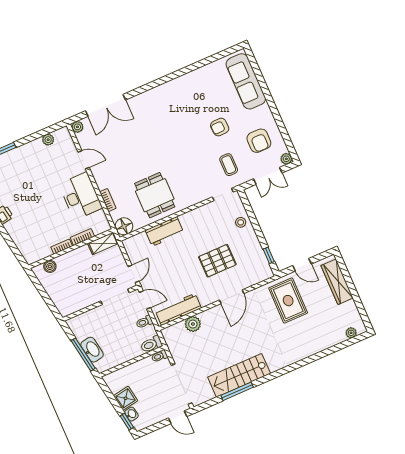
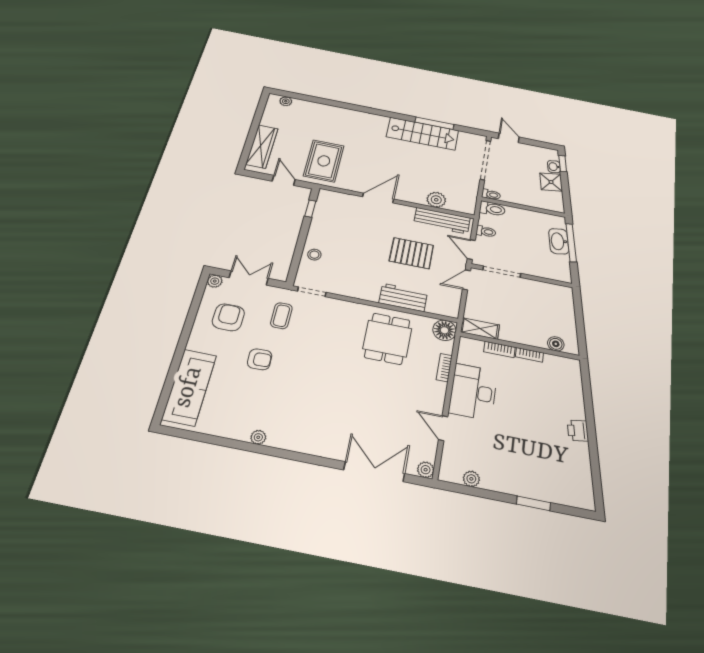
plant: (184, 80) -> (258, 437), added
pallet: (217, 261) -> (411, 253), moved

